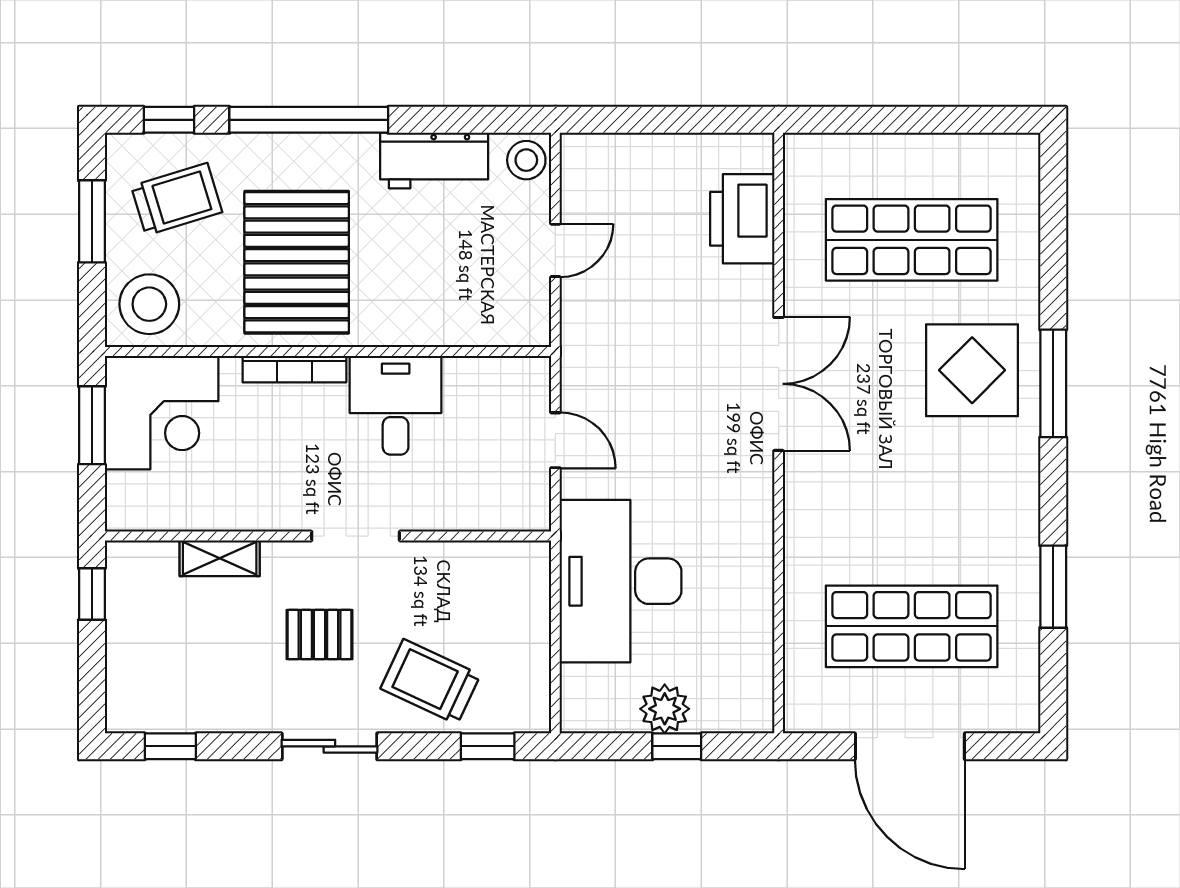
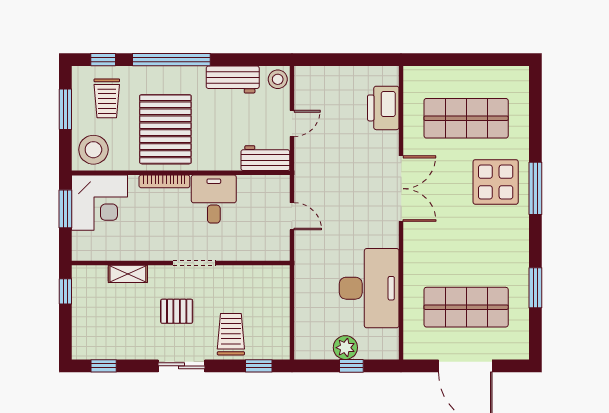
trolley: (177, 199) -> (107, 98), turned 107
workbench: (501, 322) -> (265, 158), added
desk: (621, 581) -> (369, 288), moved, turned 180
trolley: (430, 682) -> (231, 334), turned 65

